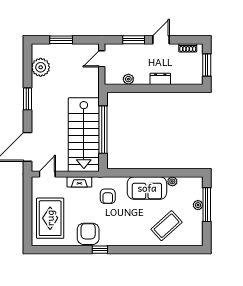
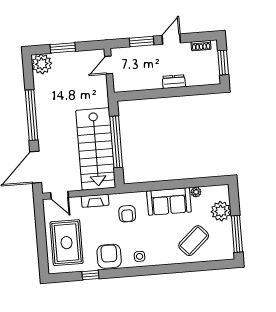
plant: (41, 67) -> (42, 64), moved
plant: (128, 79) -> (139, 85), removed
window: (27, 99) -> (31, 115), width x2.11
door: (47, 174) -> (60, 195), swing flipped
plant: (198, 205) -> (221, 211), width x1.88, depth x1.88
window: (207, 205) -> (237, 234), moved
side table: (116, 236) -> (140, 256), added
window: (100, 250) -> (90, 275), moved

